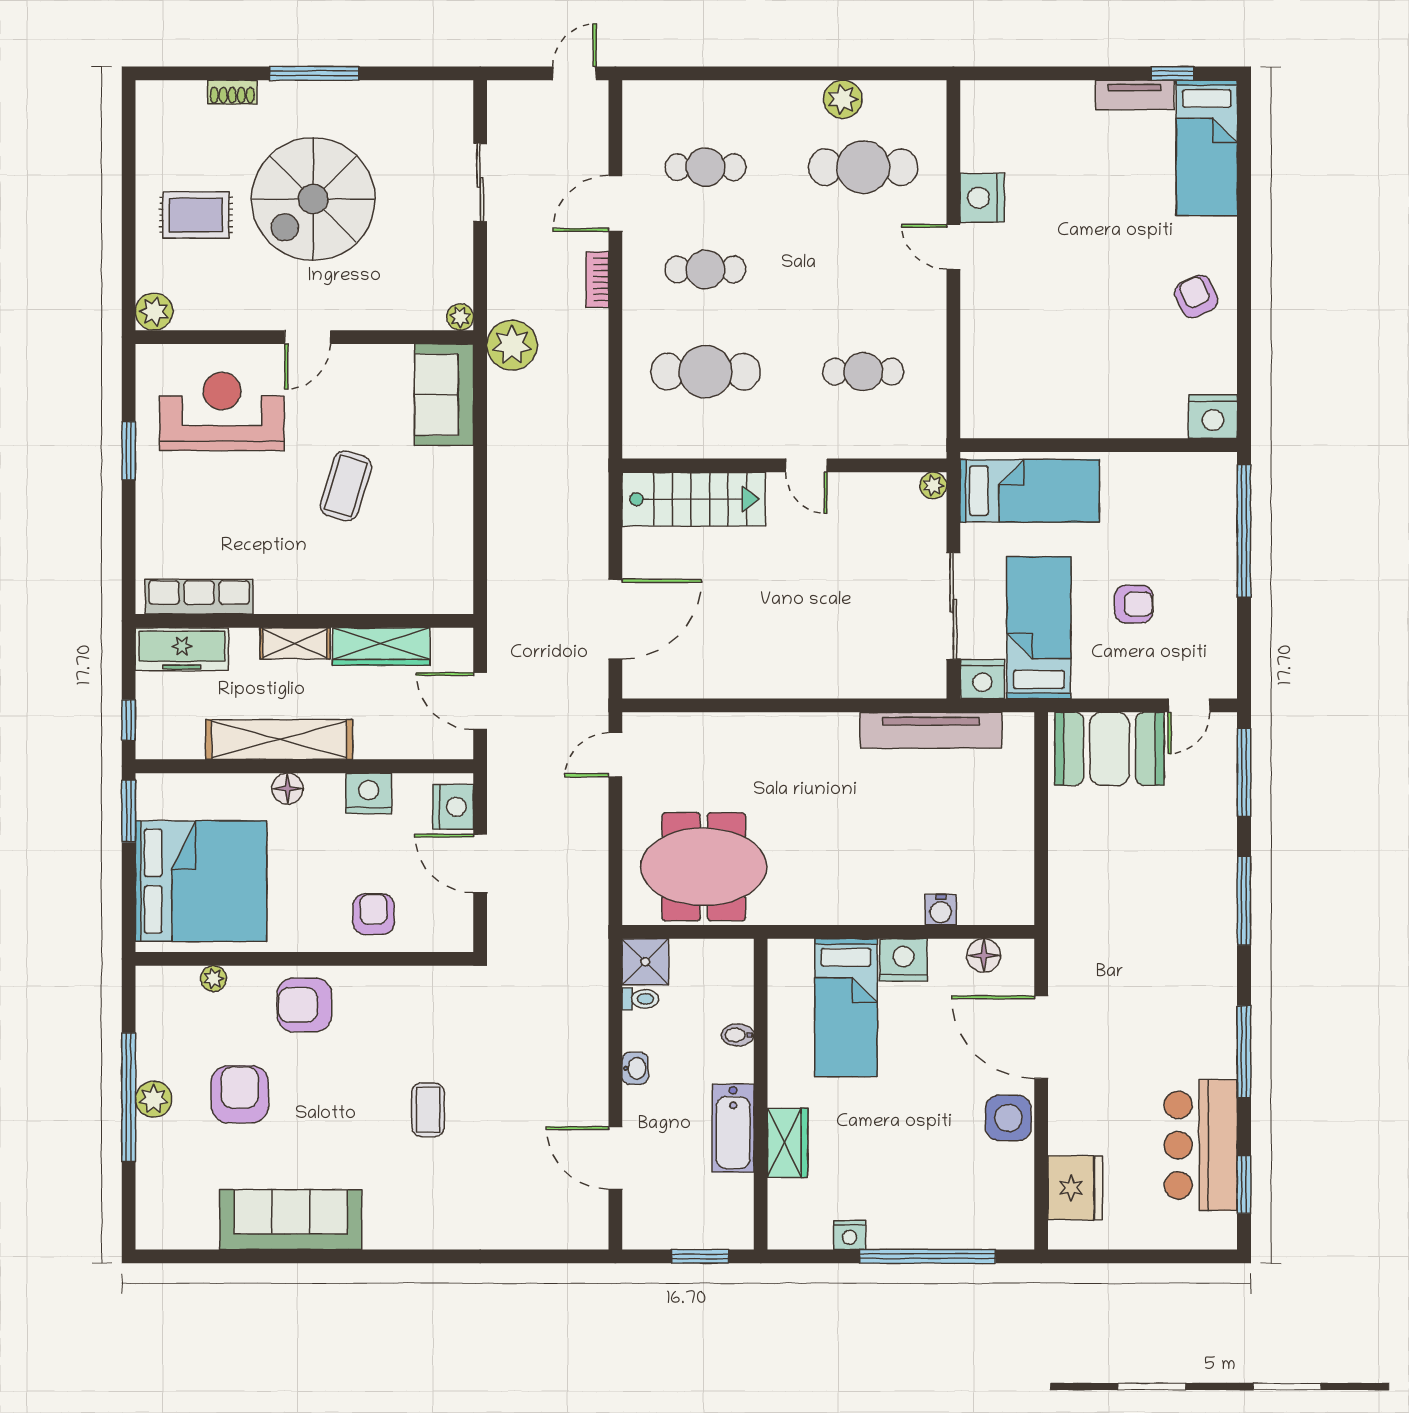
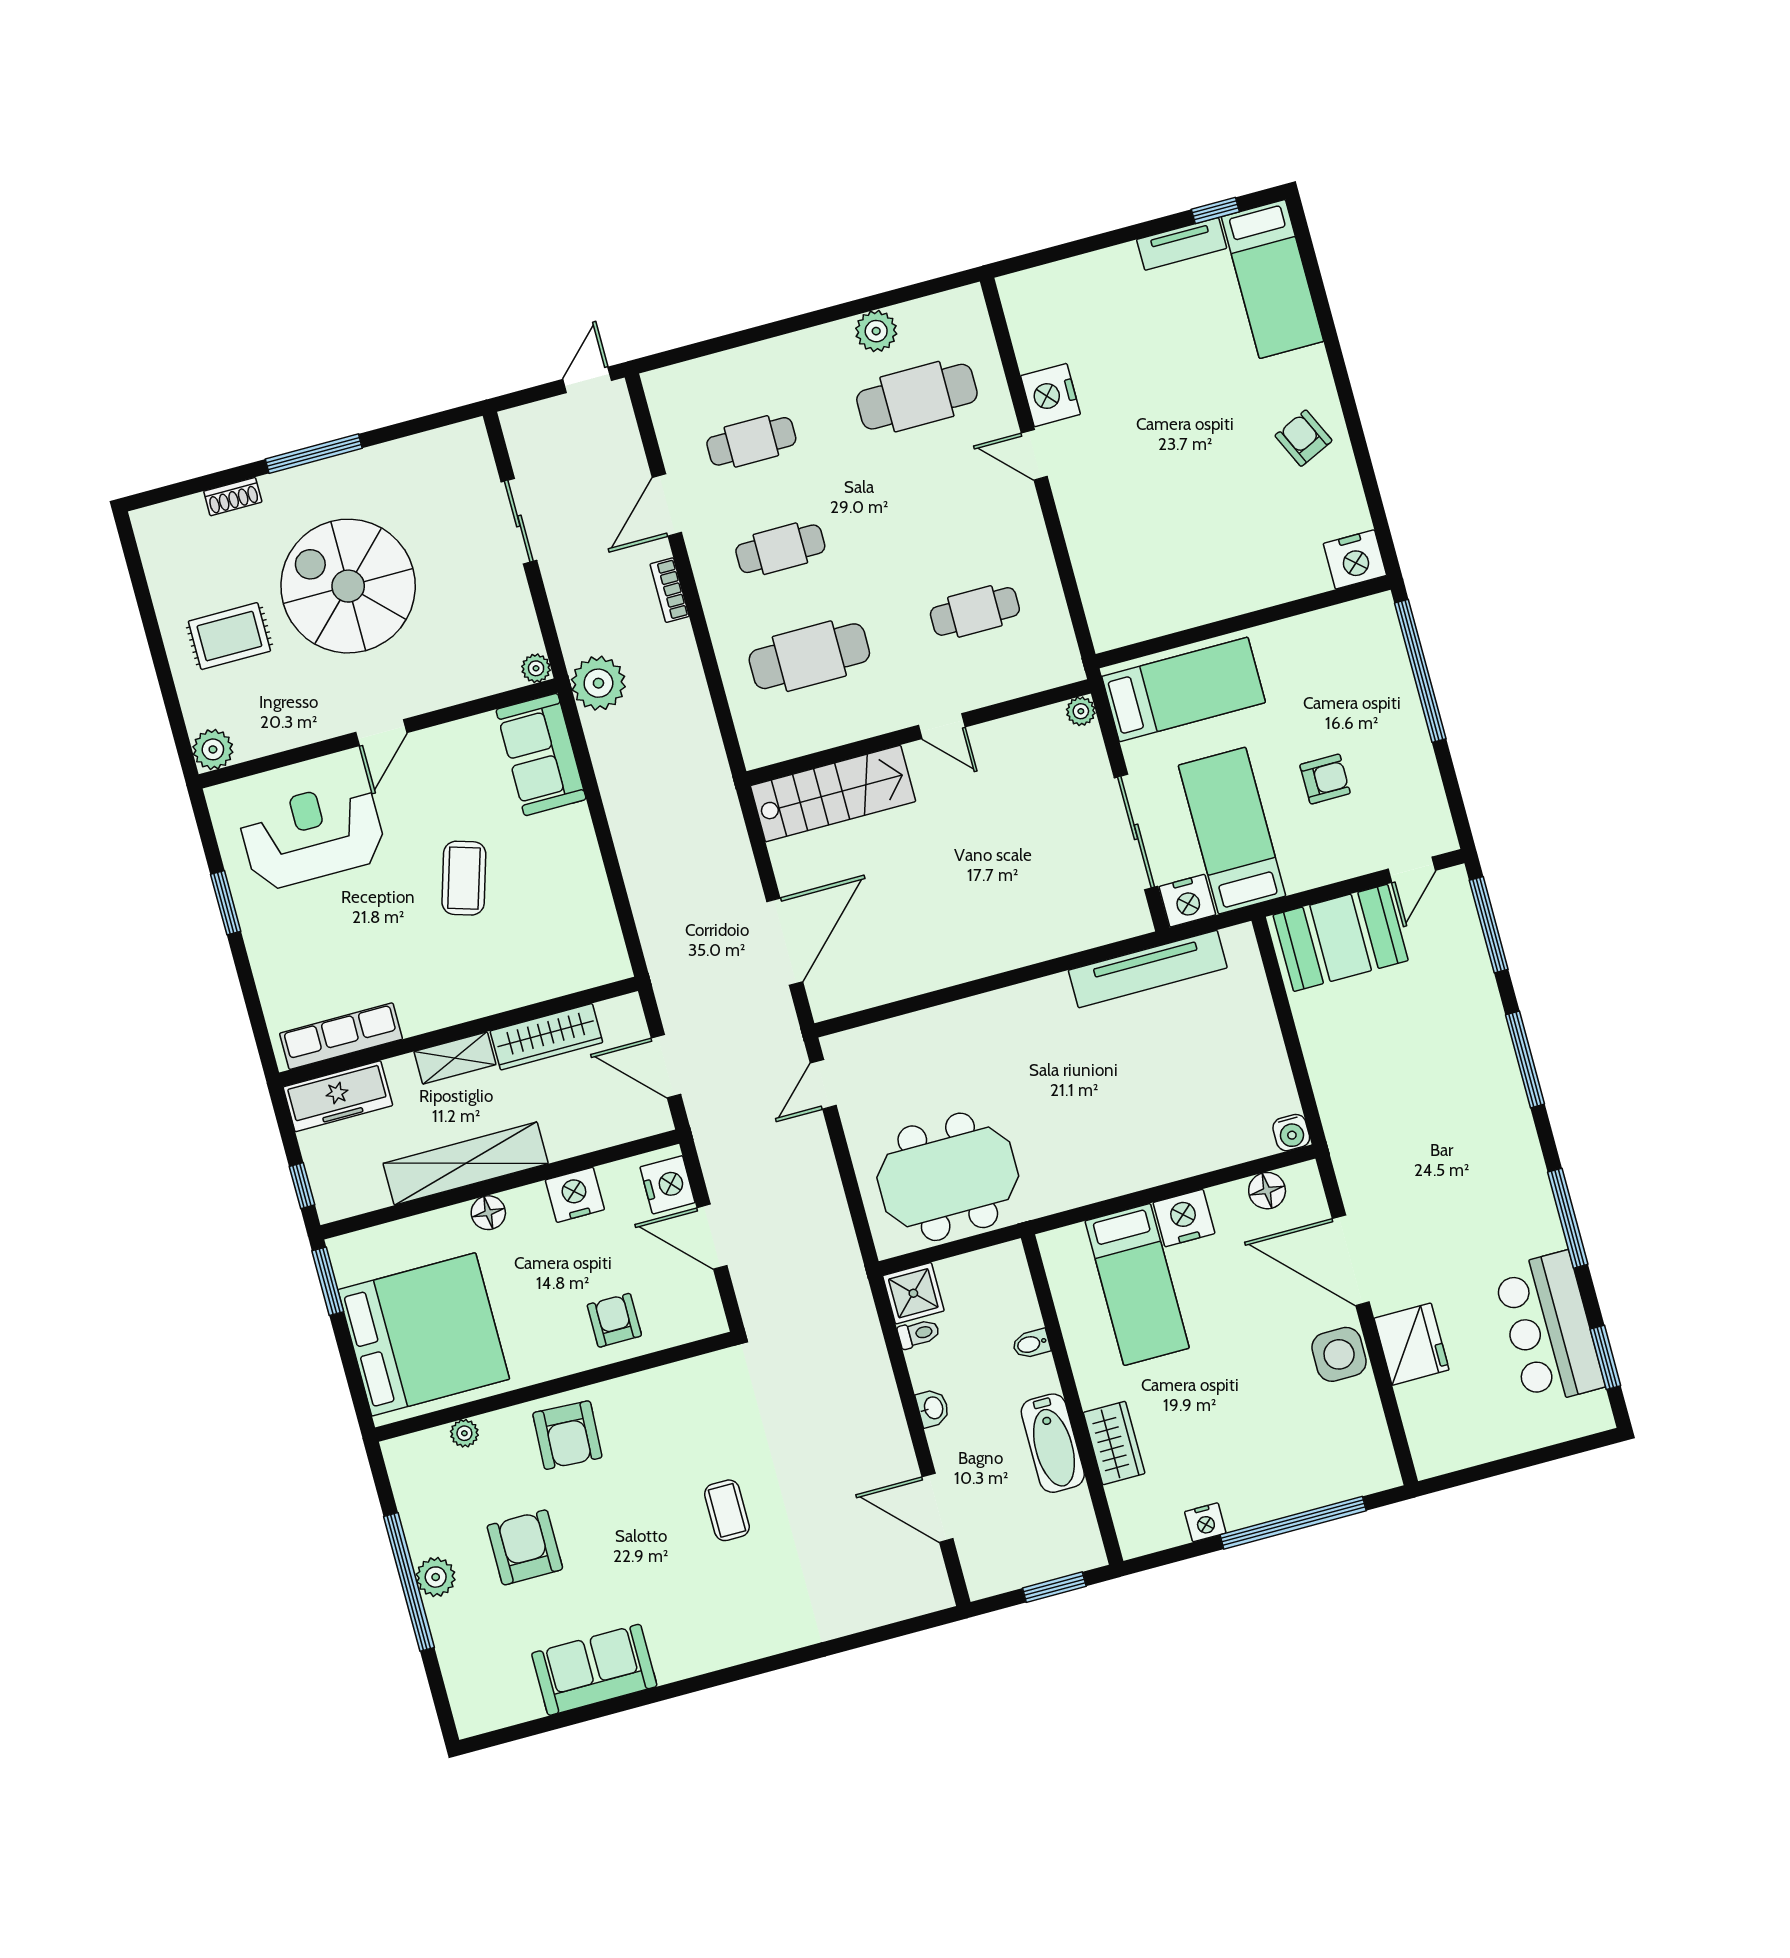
spiral stairs: (313, 199) -> (348, 586), turned 90
water cooler: (941, 910) -> (1291, 1133), moved
armchair: (304, 1005) -> (567, 1435), turned -87
fridge: (1075, 1188) -> (1412, 1344), moved
sofa: (291, 1220) -> (594, 1670), width x0.73

